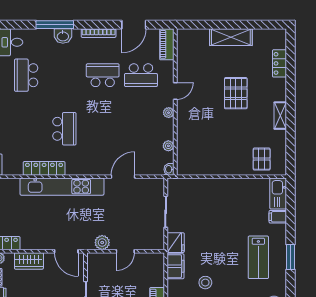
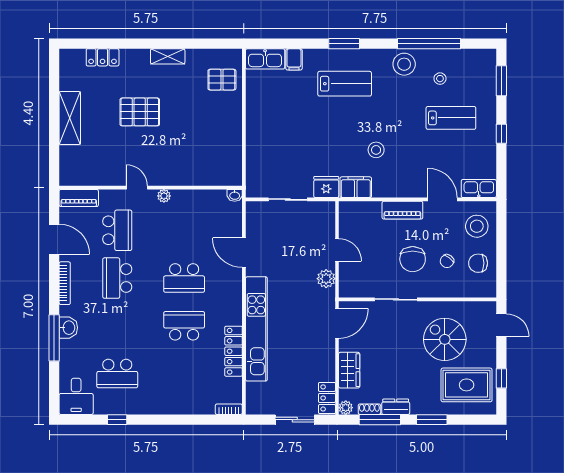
school desk: (103, 129) -> (184, 278), added
plant: (168, 146) -> (205, 196), removed

